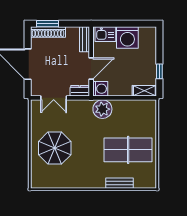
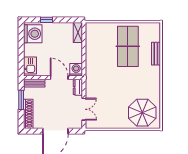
window: (47, 24) -> (21, 100), moved
washing machine: (127, 37) -> (33, 34), moved
window: (159, 71) -> (46, 20), moved
plant: (102, 109) -> (93, 68), removed
parasol: (55, 148) -> (142, 113), moved

